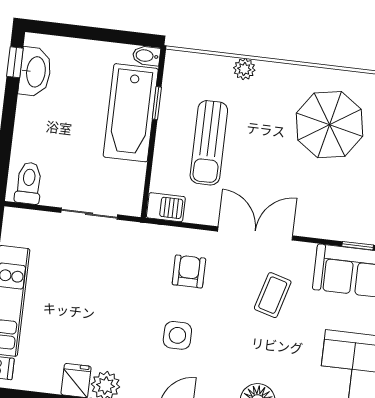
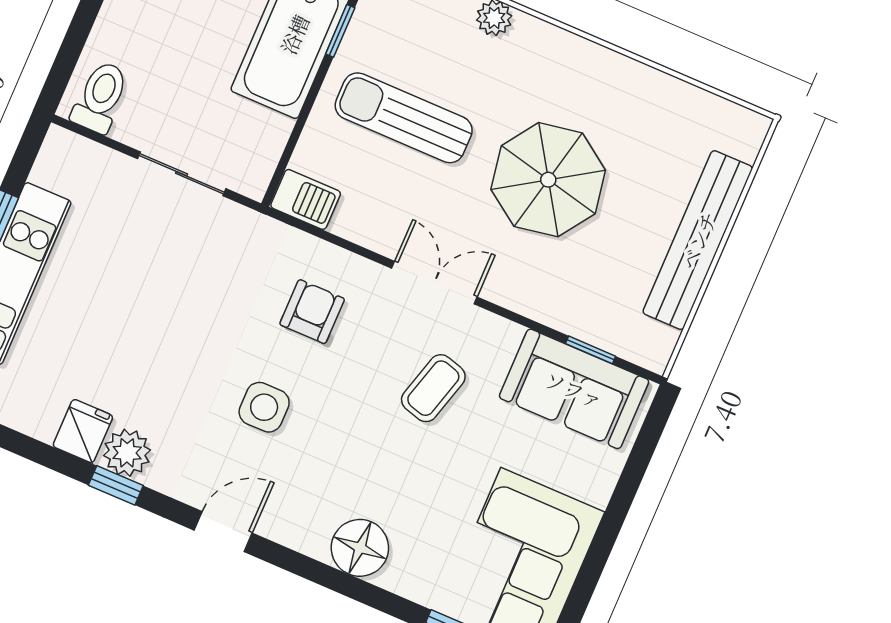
parasol: (330, 125) -> (548, 180), moved
sun lounger: (209, 143) -> (404, 118), turned 90
double door: (255, 233) -> (434, 283), width x0.73

